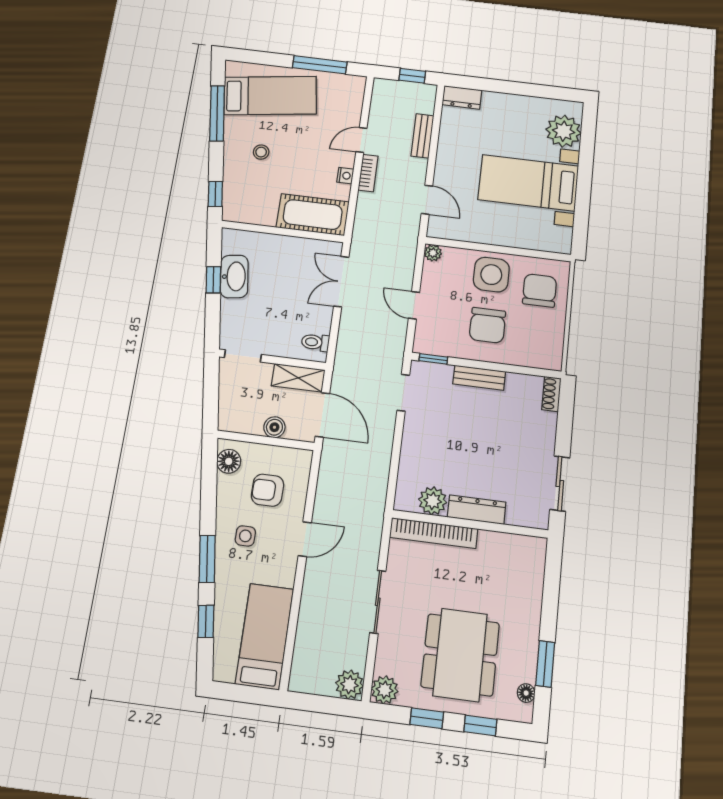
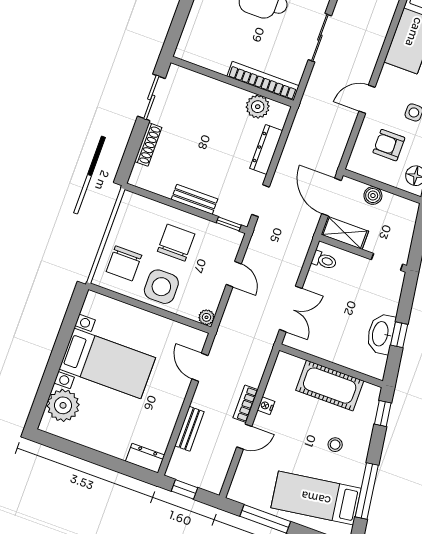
cot: (313, 215) -> (330, 386), moved
shoe rack: (551, 394) -> (148, 144), moved, width x1.43
armchair: (267, 490) -> (389, 145), turned 180
dresser: (477, 510) -> (266, 149), moved, turned 90

